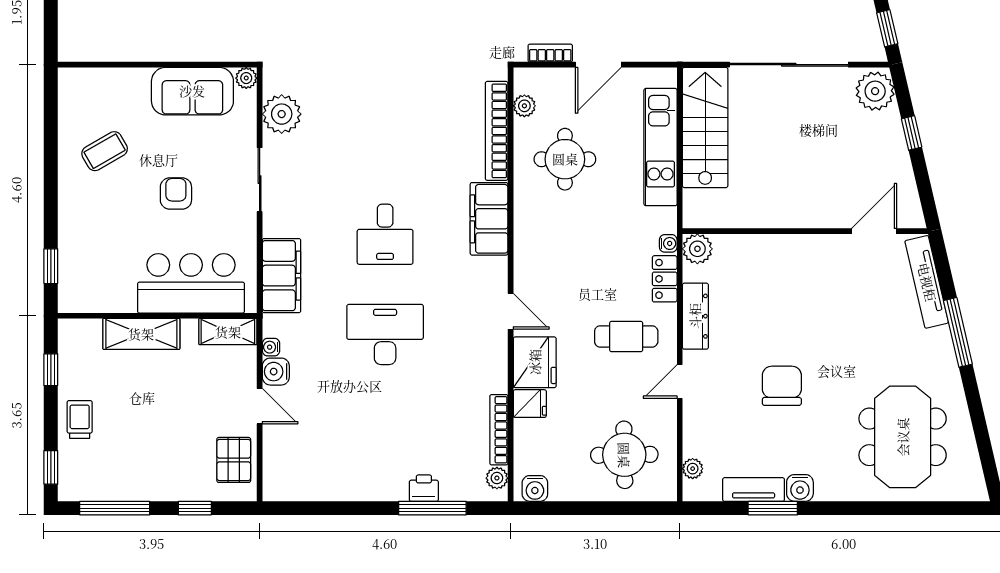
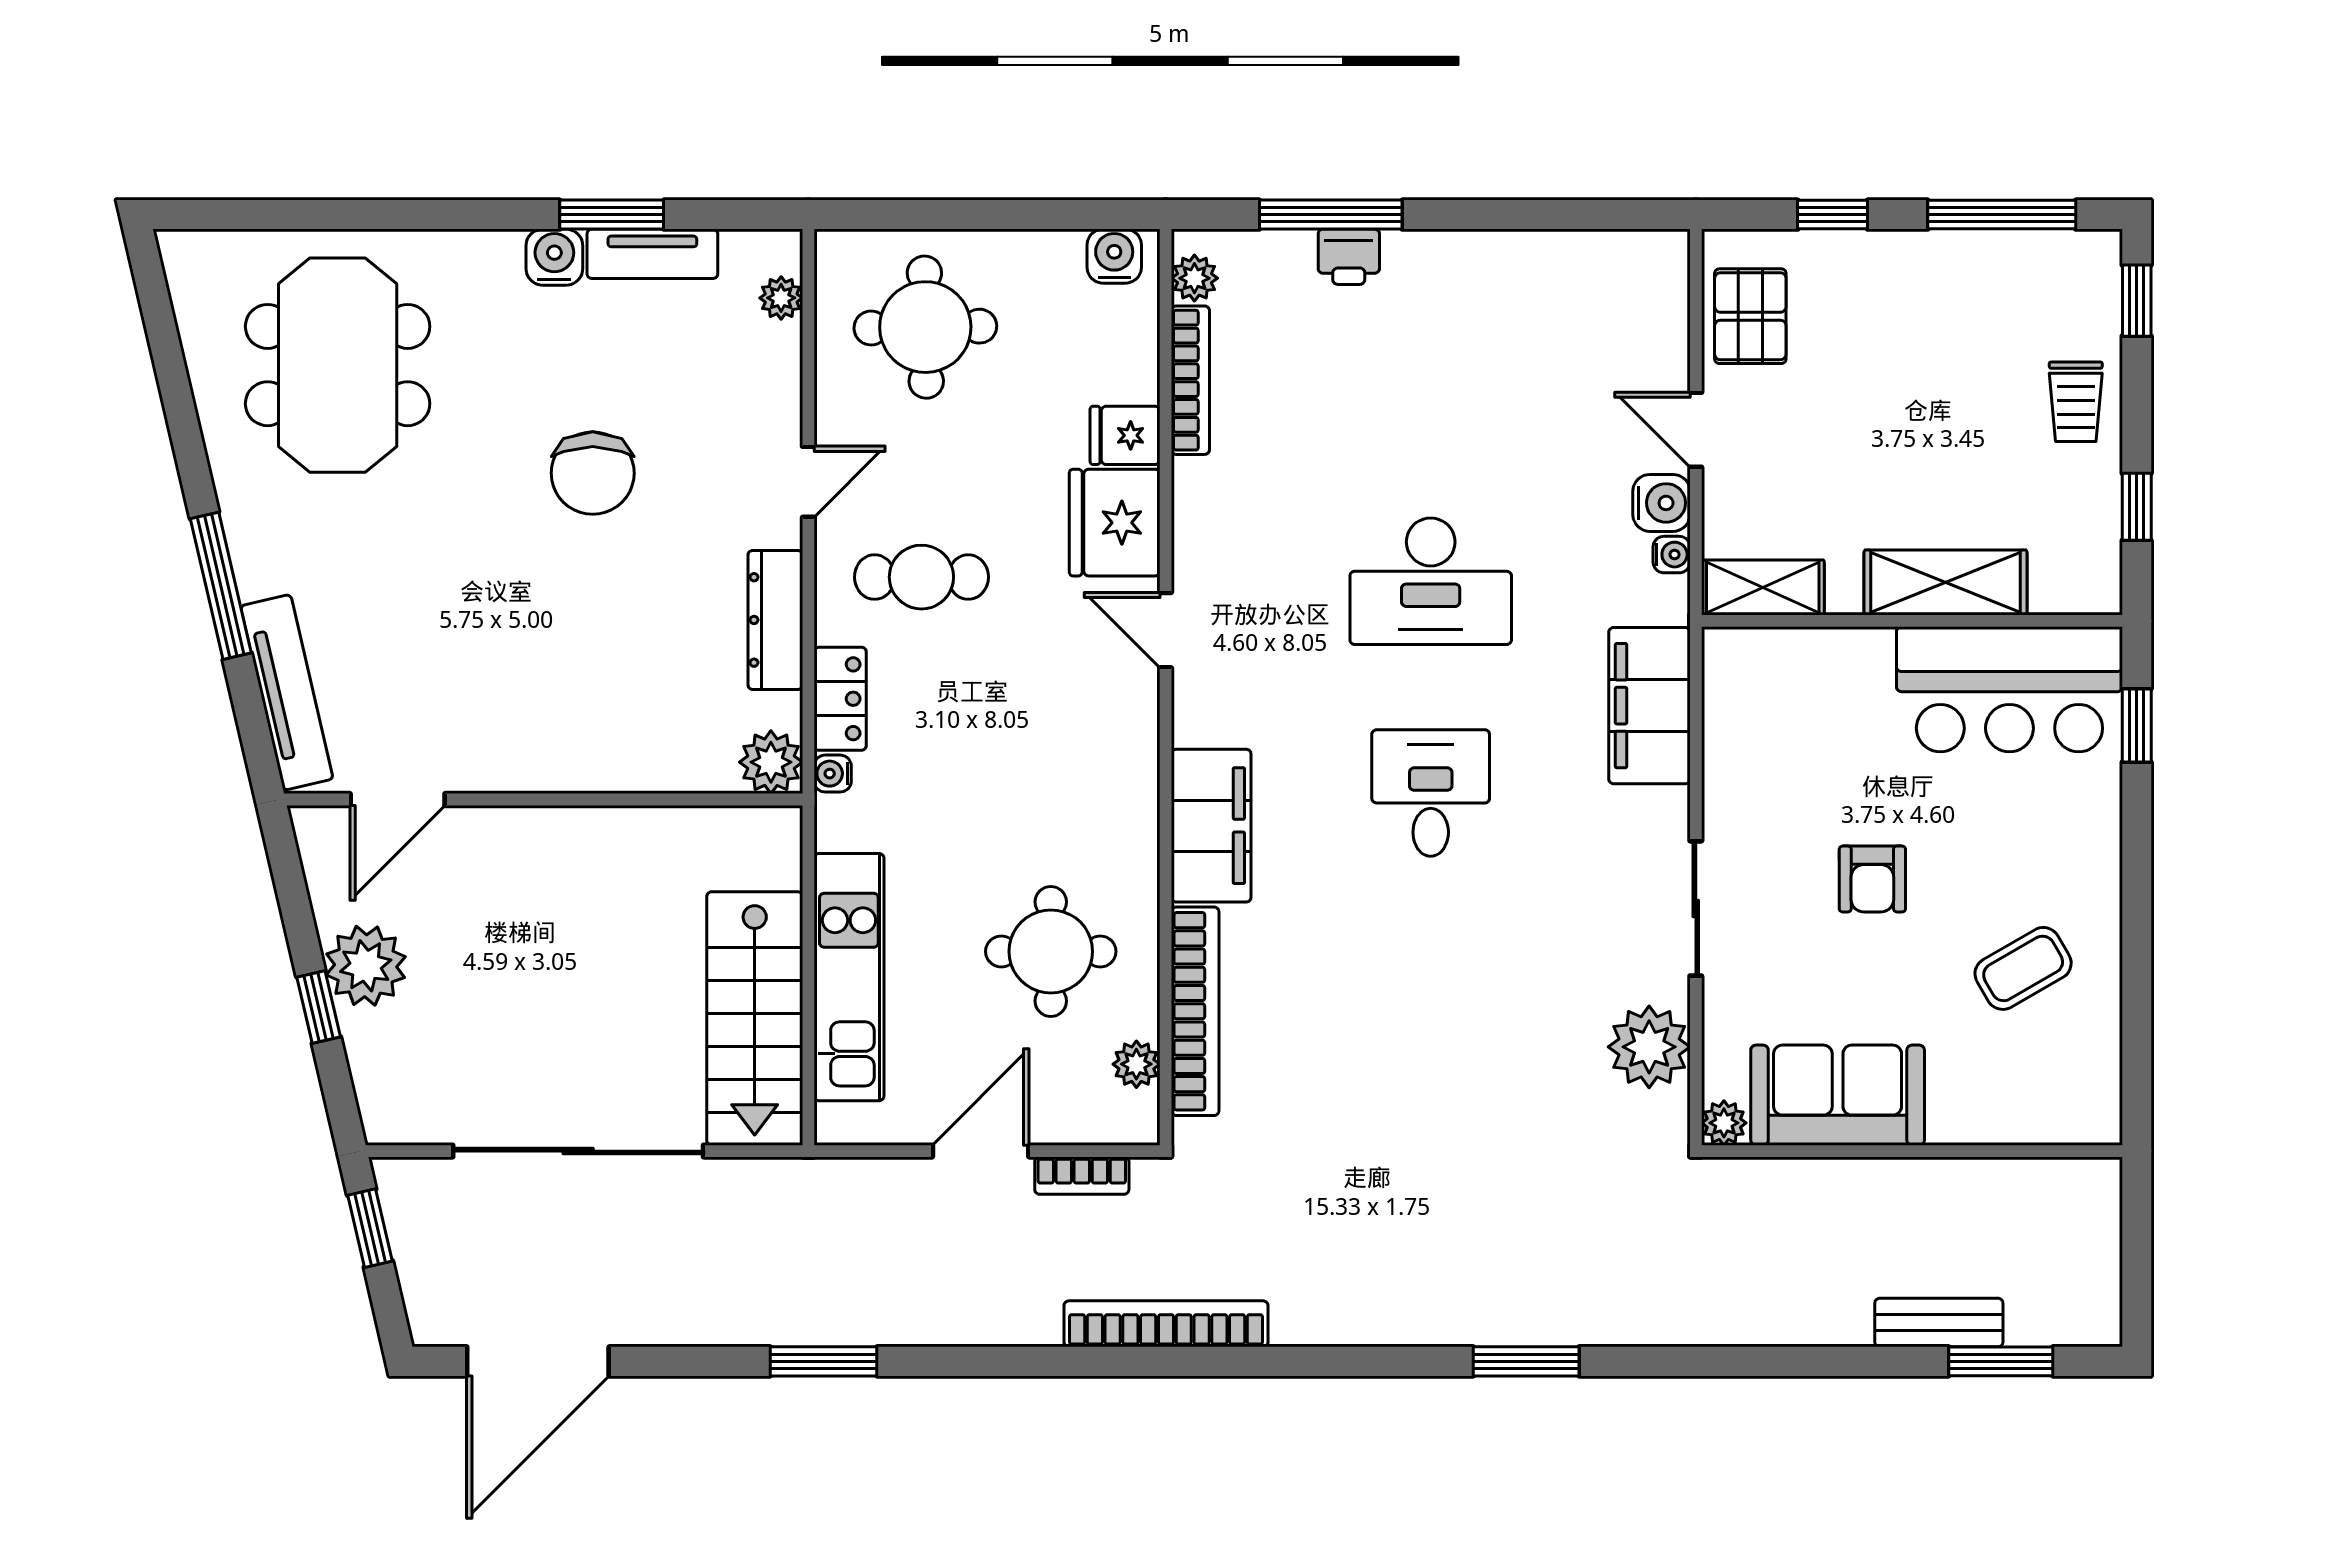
plant: (875, 91) -> (366, 966), moved
bar counter: (191, 283) -> (2009, 689), moved

